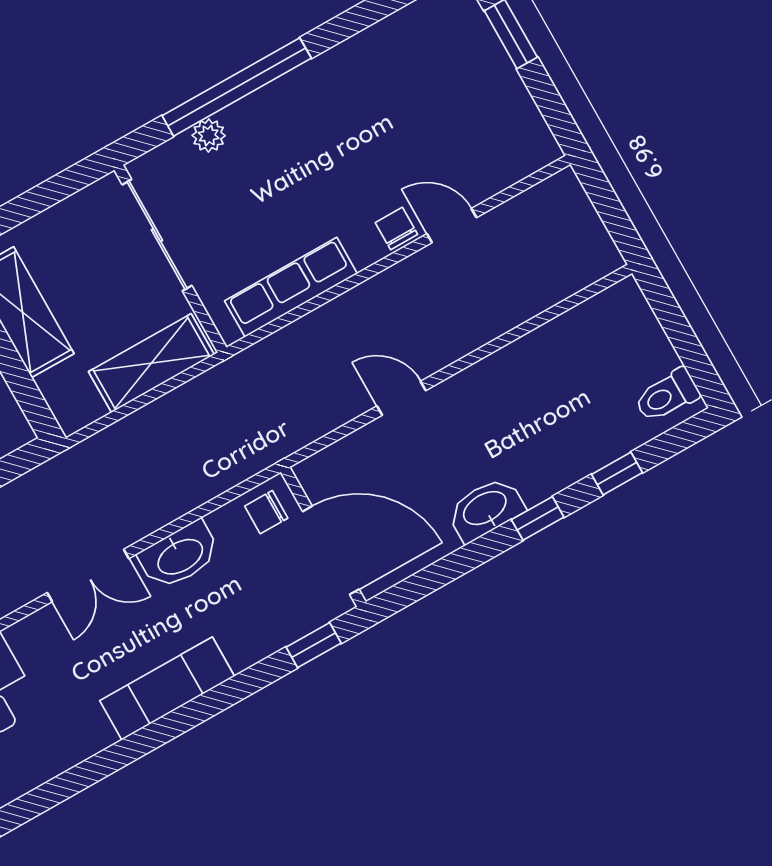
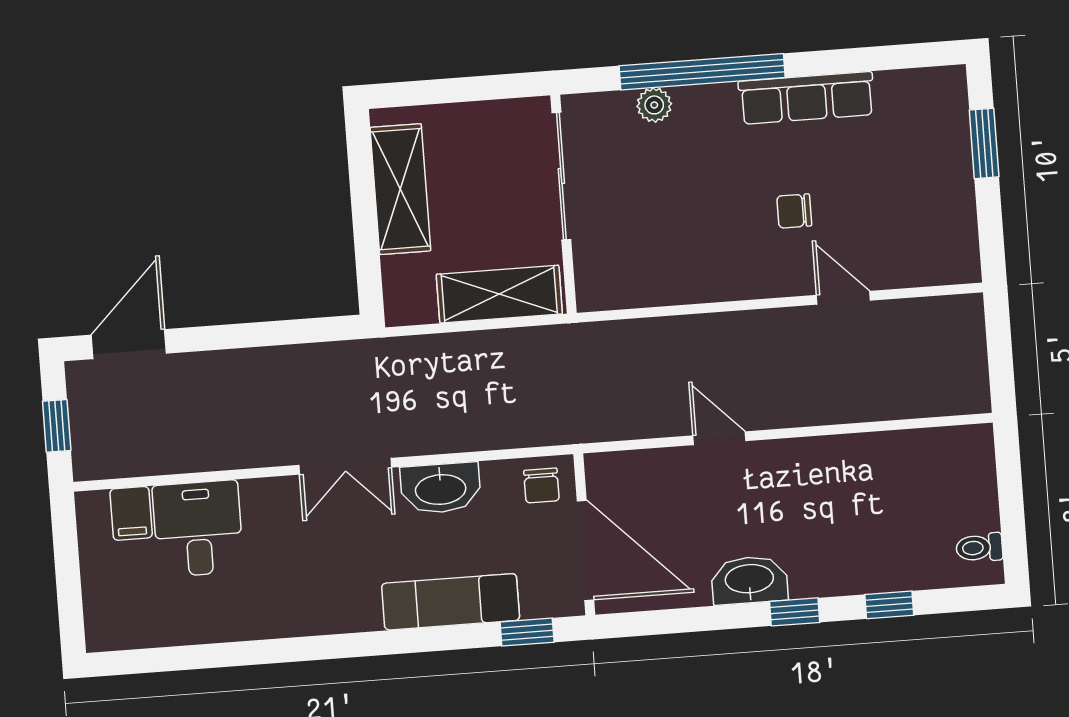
chair: (396, 229) -> (794, 211), moved, turned -90
row of seats: (291, 287) -> (807, 98), moved, turned 180
toilet: (667, 395) -> (979, 548), width x0.73, depth x0.72
chair: (266, 512) -> (541, 486), turned -90
exam couch: (167, 688) -> (451, 602), moved

